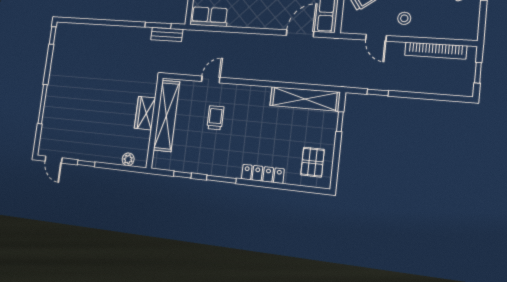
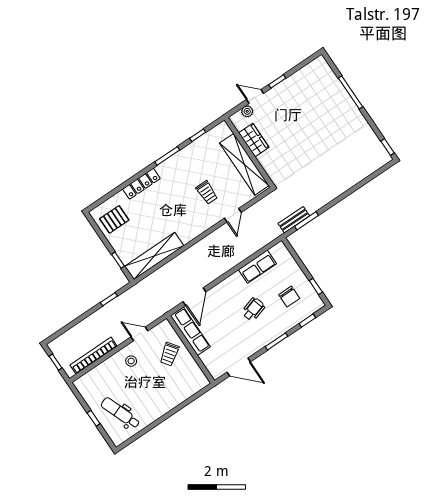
row of seats: (209, 17) -> (257, 267), moved
wardrobe: (145, 113) -> (254, 140), moved
door: (54, 160) -> (255, 96), moved
pallet: (312, 162) -> (114, 219), turned 90

